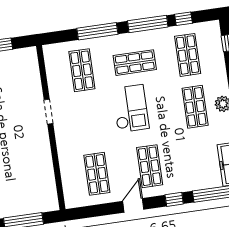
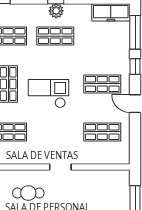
cafe table: (18, 102) -> (28, 193), added
doorway: (48, 112) -> (60, 167), moved

